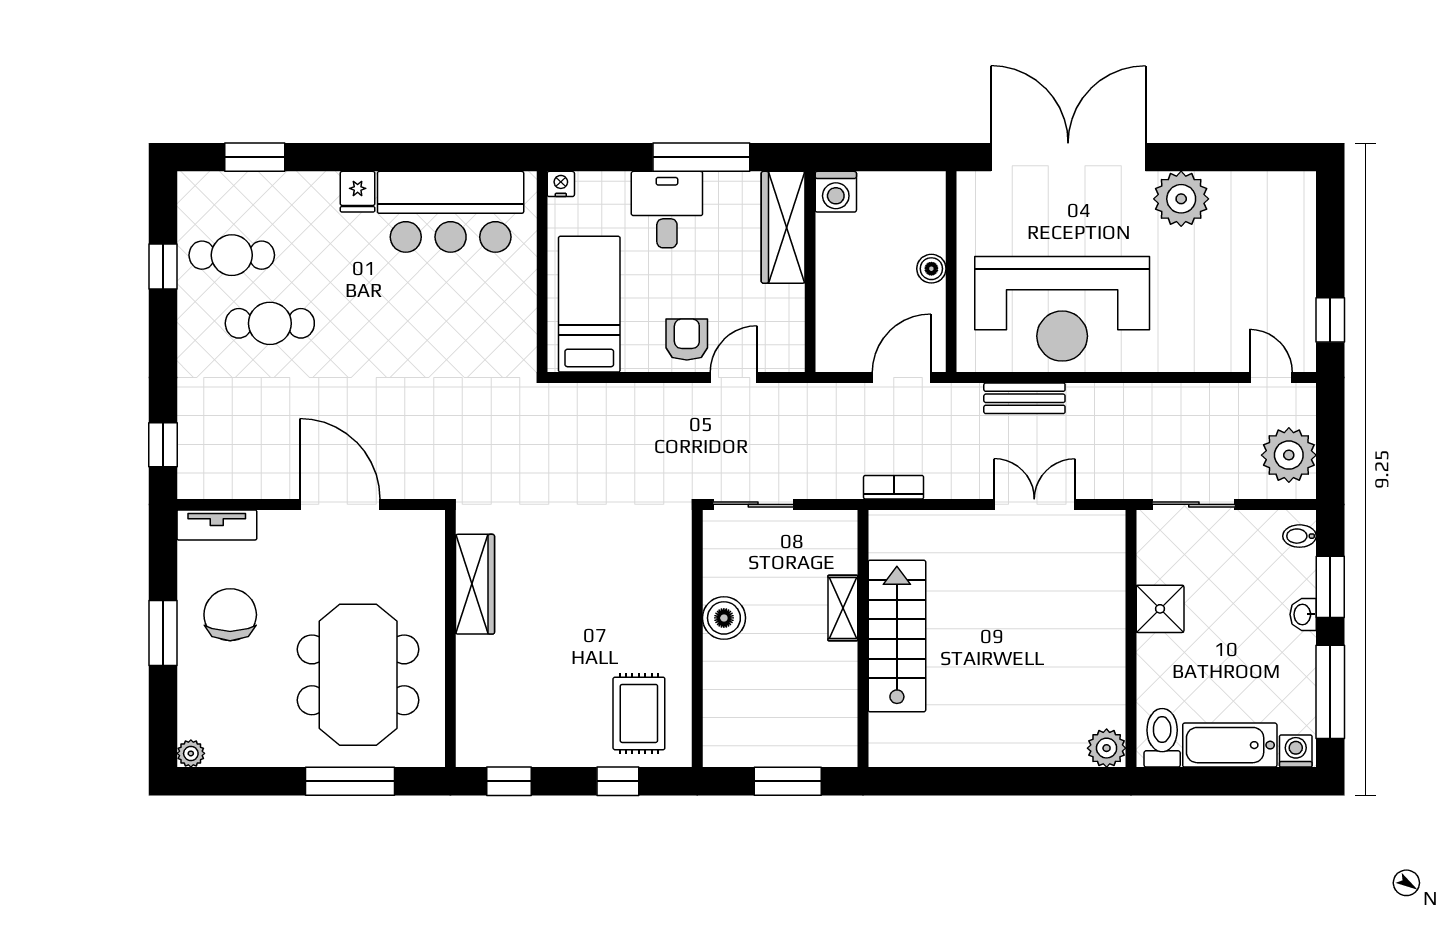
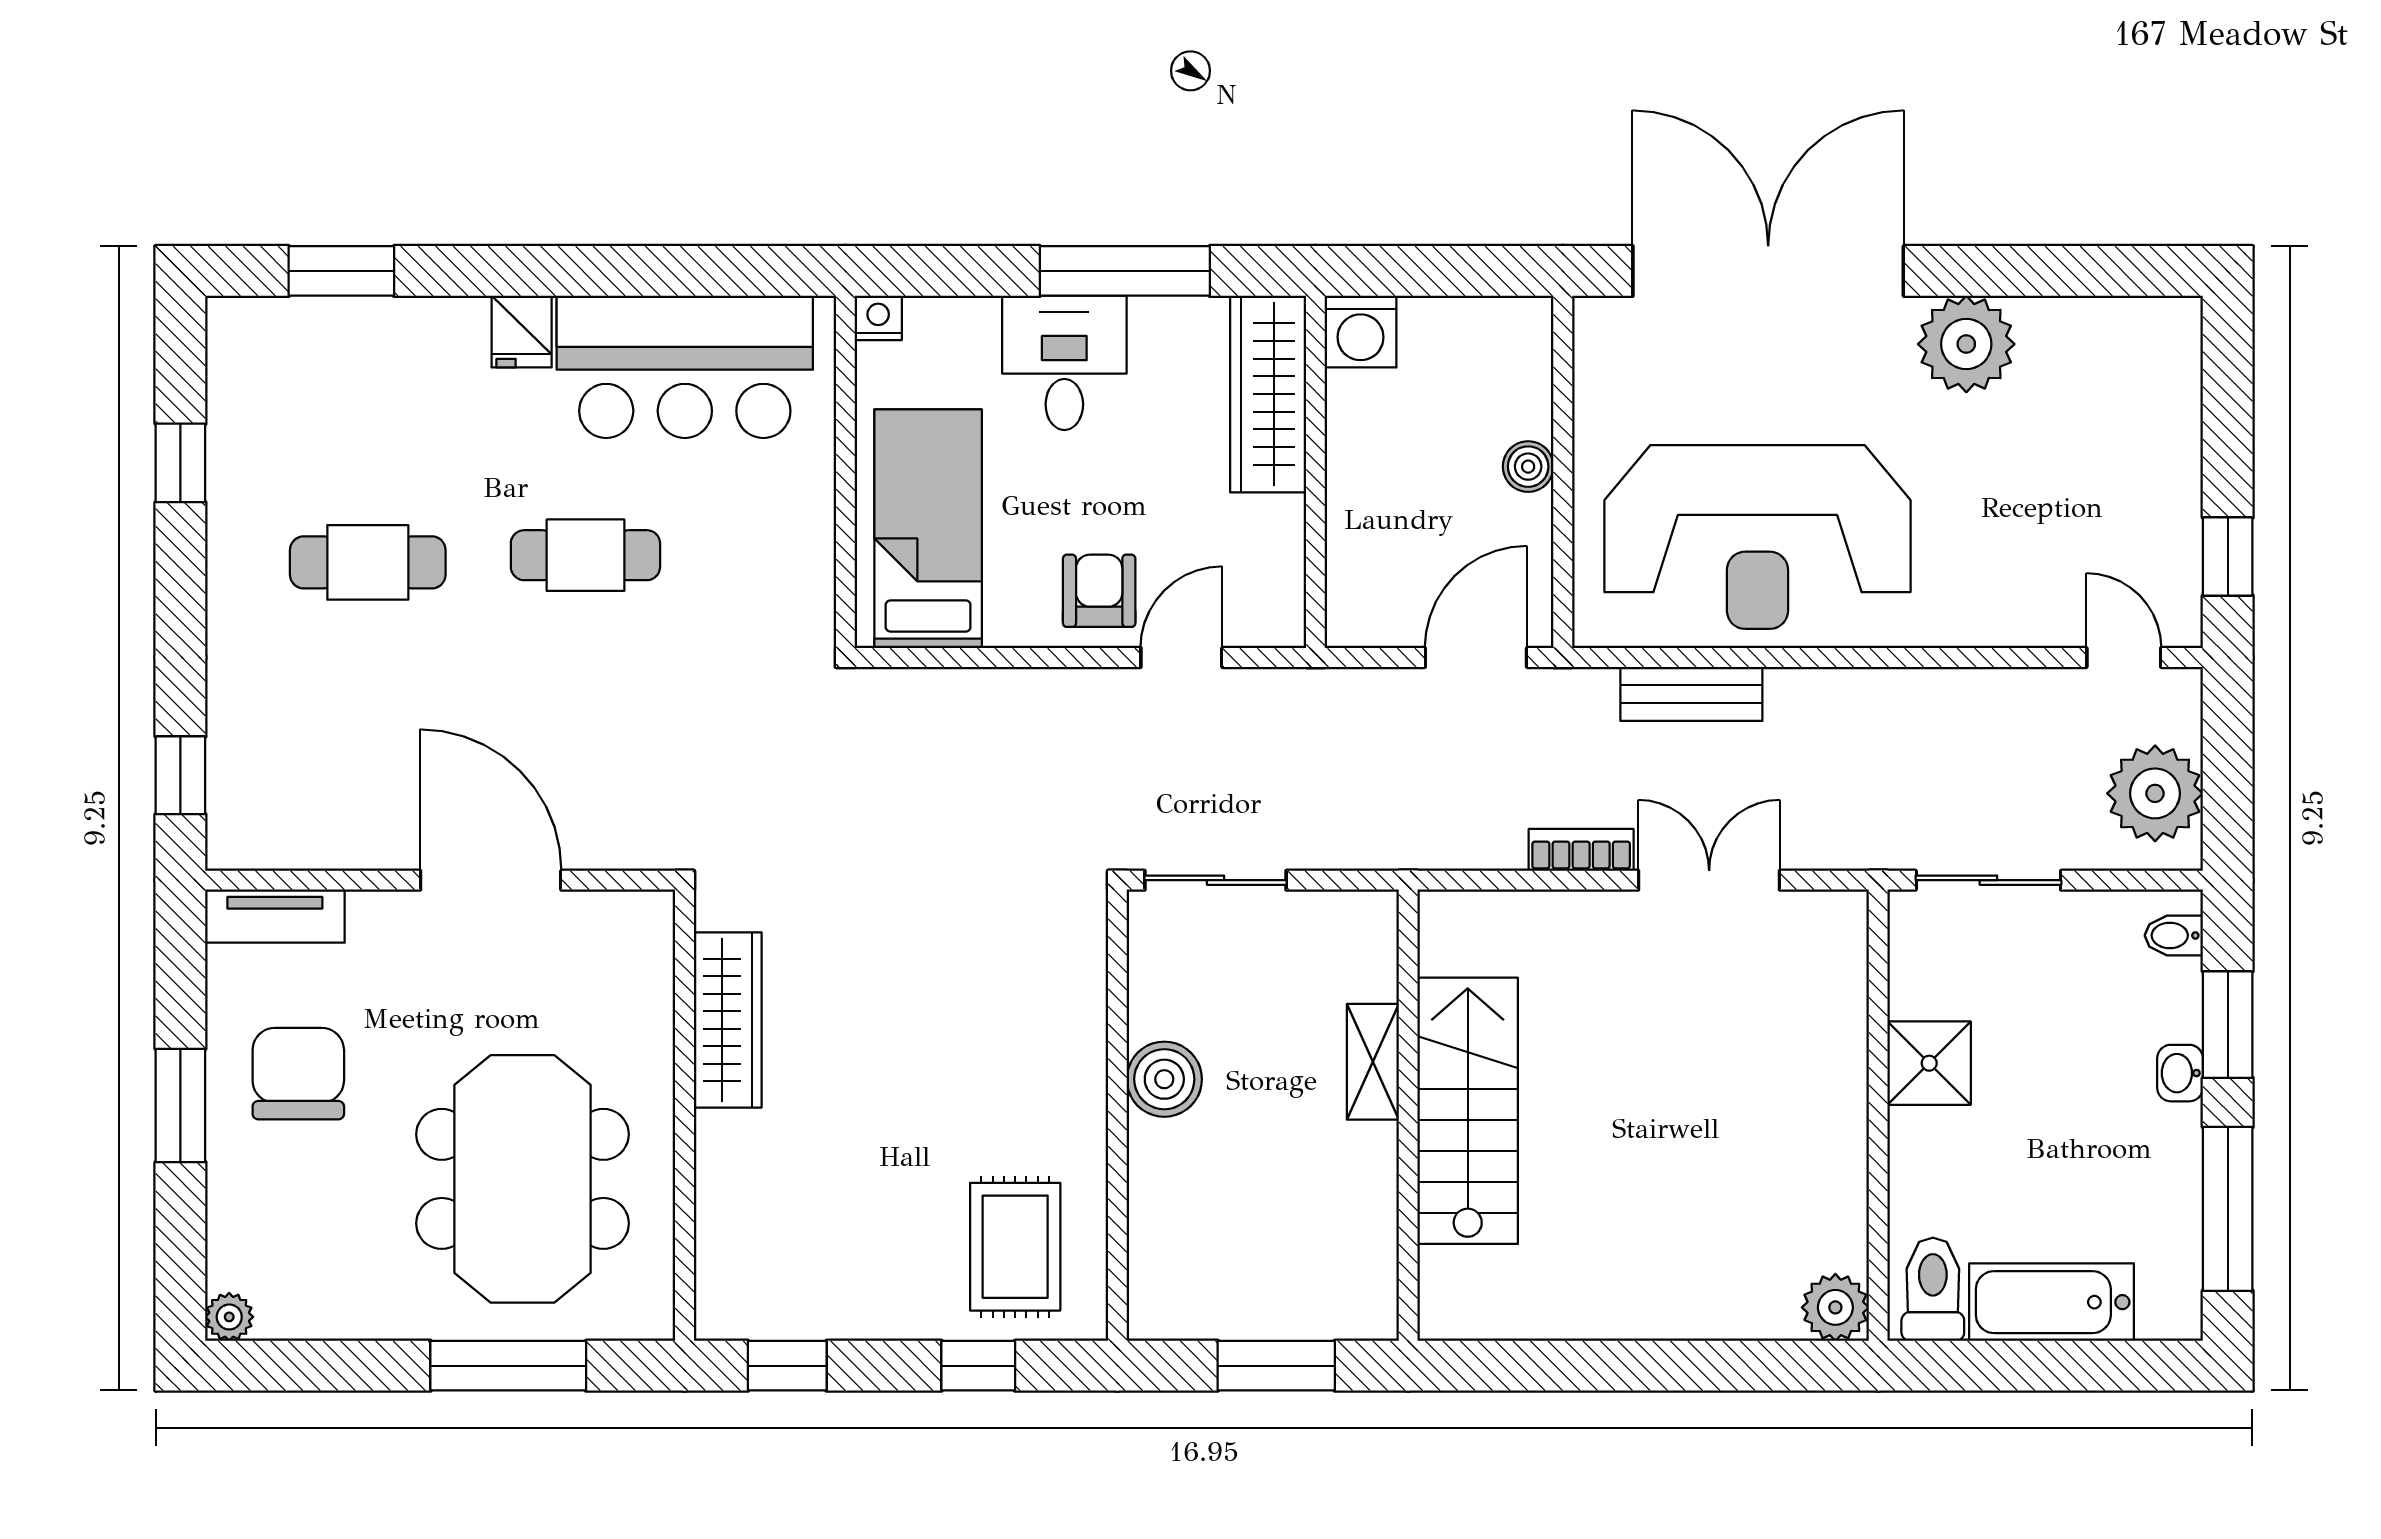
cafe table: (232, 255) -> (585, 555), moved
bookcase: (894, 487) -> (1581, 850), moved
washing machine: (1296, 751) -> (2167, 1313), removed

